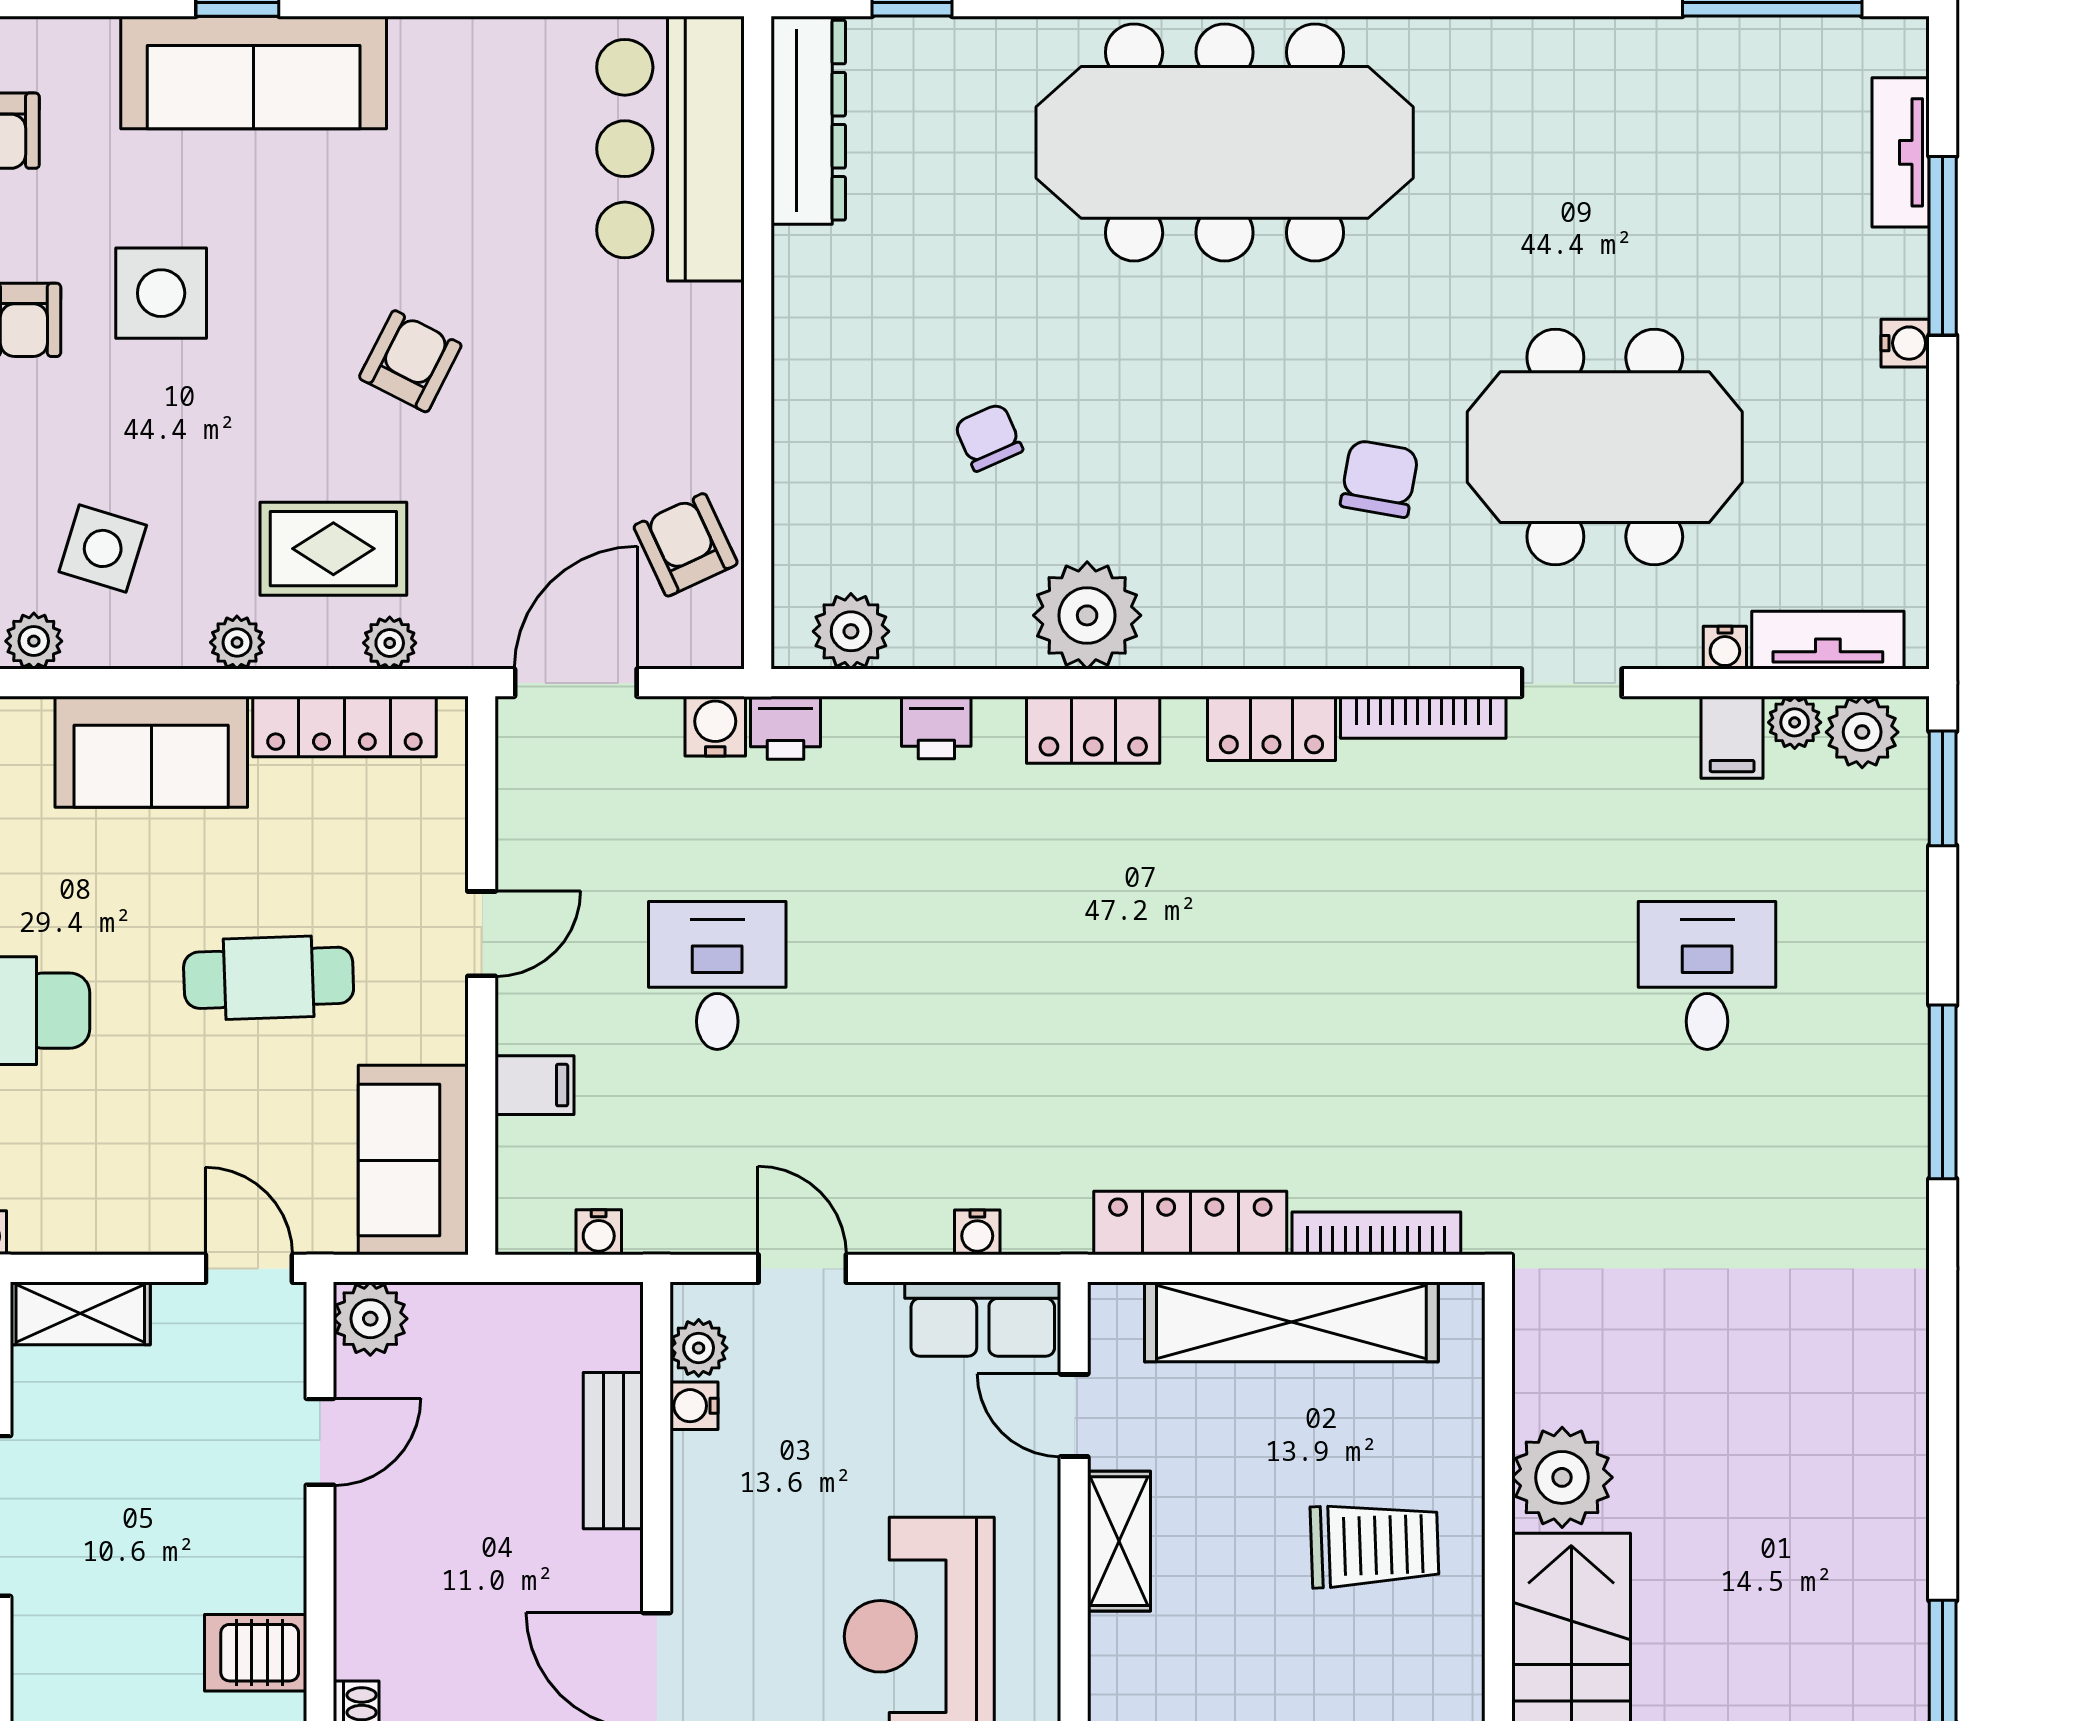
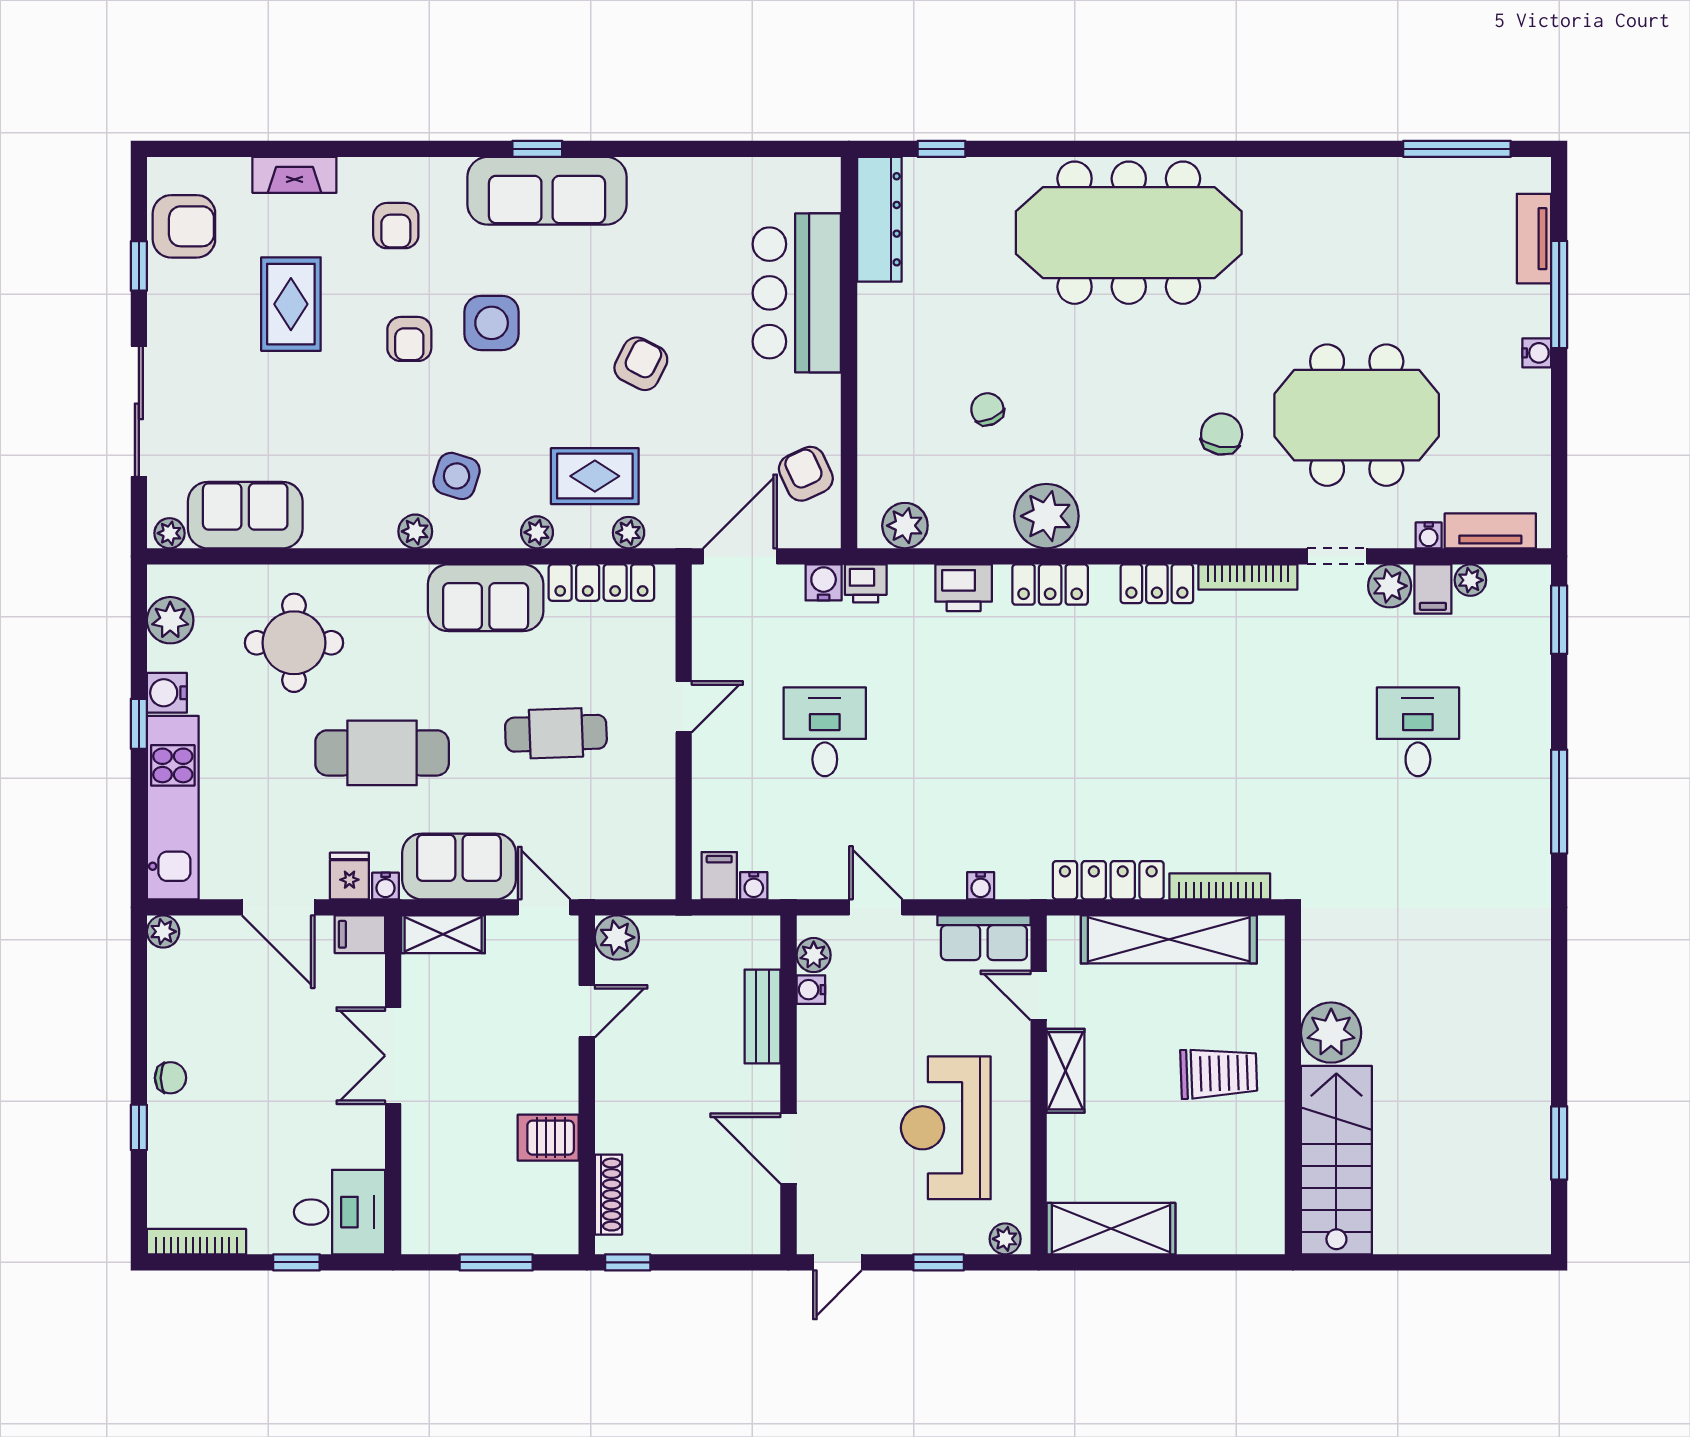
bar counter: (671, 149) -> (797, 293), moved
printer: (936, 728) -> (964, 588), width x1.36, depth x1.24
plant: (1862, 732) -> (1390, 586), moved
filing cabinet: (534, 1085) -> (719, 876), moved, turned -90
sofa: (413, 1160) -> (459, 866), moved, turned 90

